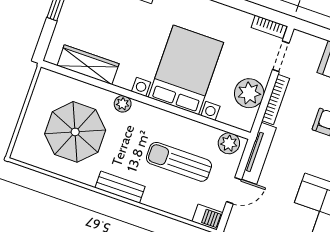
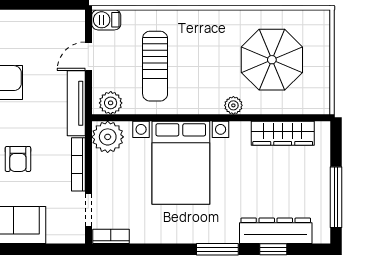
plant: (249, 93) -> (108, 137), moved
sun lounger: (179, 162) -> (155, 66), turned 90
bench: (120, 187) -> (206, 19), removed

